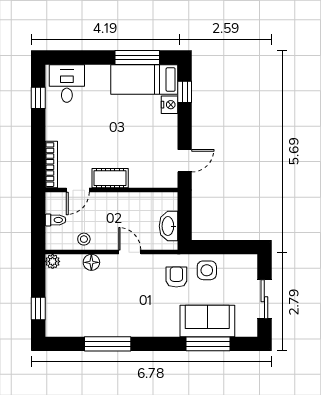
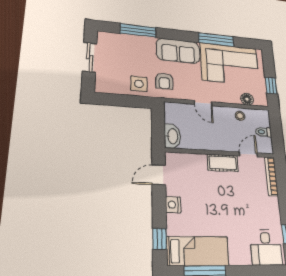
nightstand: (169, 105) -> (173, 205), moved
washbasin: (168, 226) -> (172, 136), moved
plant: (53, 261) -> (262, 101), removed
floor lamp: (91, 262) -> (247, 99), moved
window: (38, 309) -> (271, 85), moved
corner sofa: (92, 310) -> (230, 64), added
sofa: (207, 321) -> (178, 51), moved

